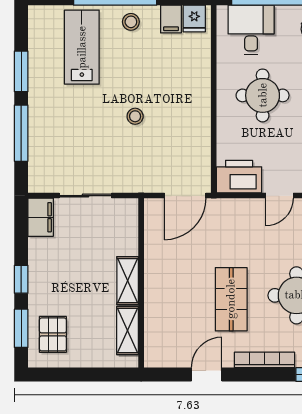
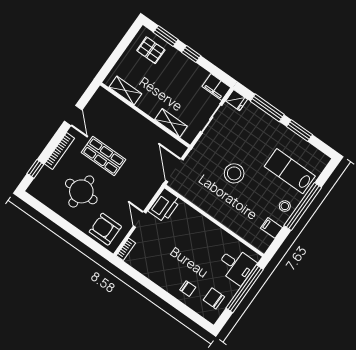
fridge: (194, 18) -> (237, 100), moved, turned 180
lab bench: (82, 47) -> (290, 171), turned 180
round table: (263, 95) -> (198, 247), removed
stool: (135, 116) -> (234, 173), width x1.89, depth x1.89
shelving: (128, 281) -> (171, 123), moved

